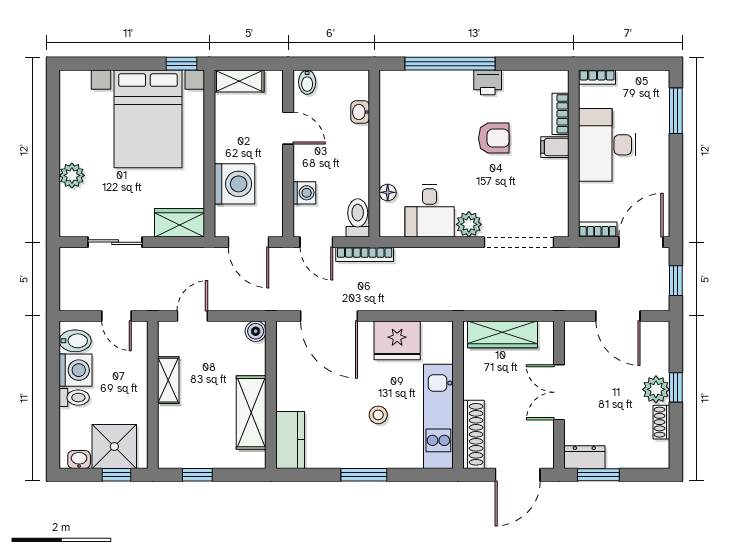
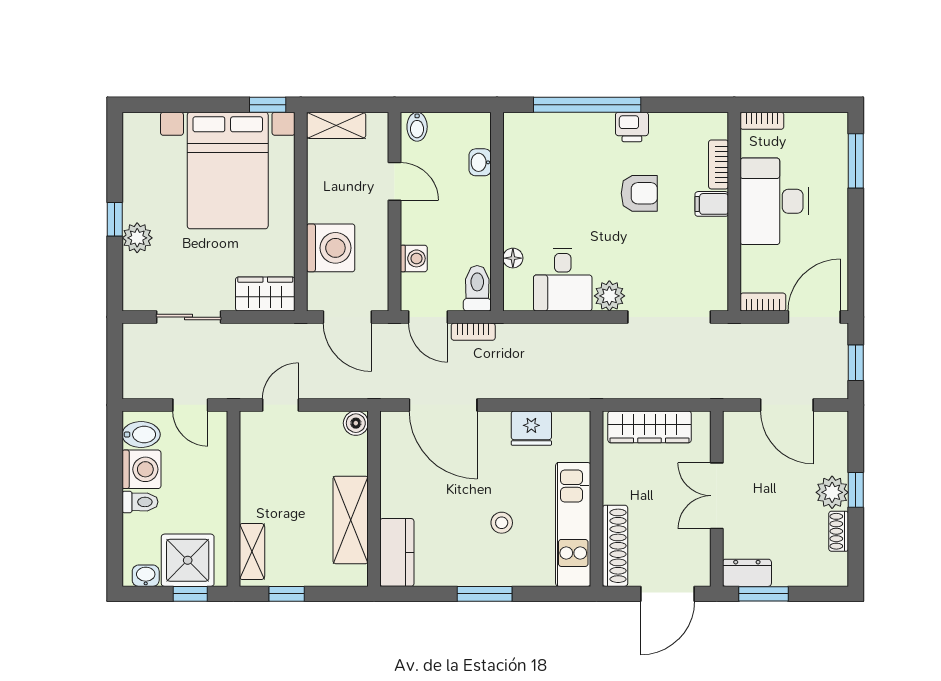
window: (53, 160) -> (115, 219), added
bookcase: (365, 254) -> (473, 332), width x0.64
fridge: (397, 340) -> (531, 428), width x0.73, depth x0.75
shelving: (168, 380) -> (252, 551), moved

